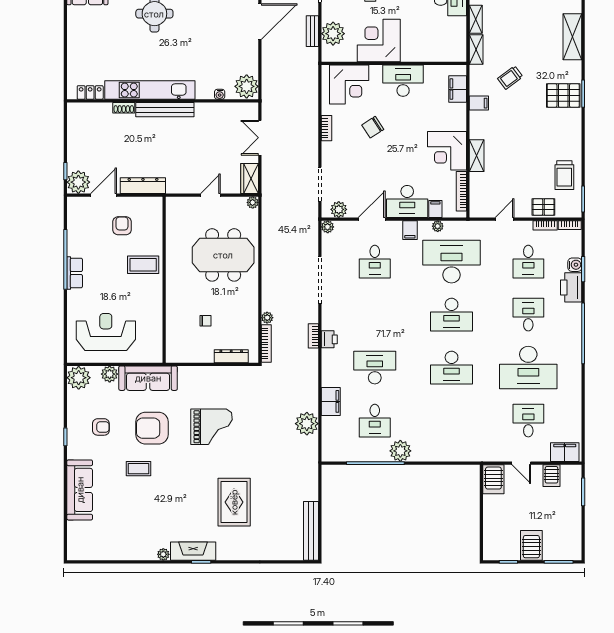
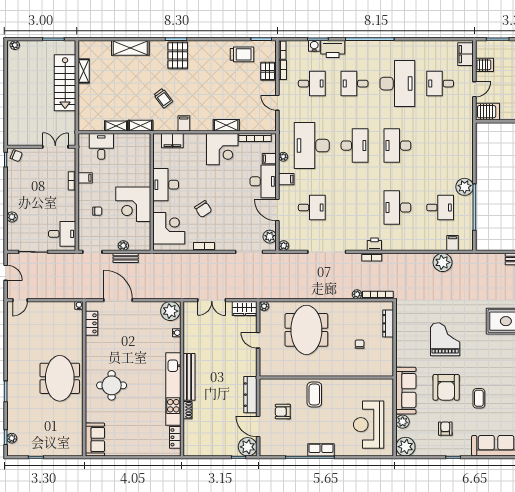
plant: (333, 34) -> (123, 246), width x0.53, depth x0.53
desk: (452, 368) -> (397, 146), turned 180
filing cabinet: (331, 401) -> (453, 243), moved, width x0.50

